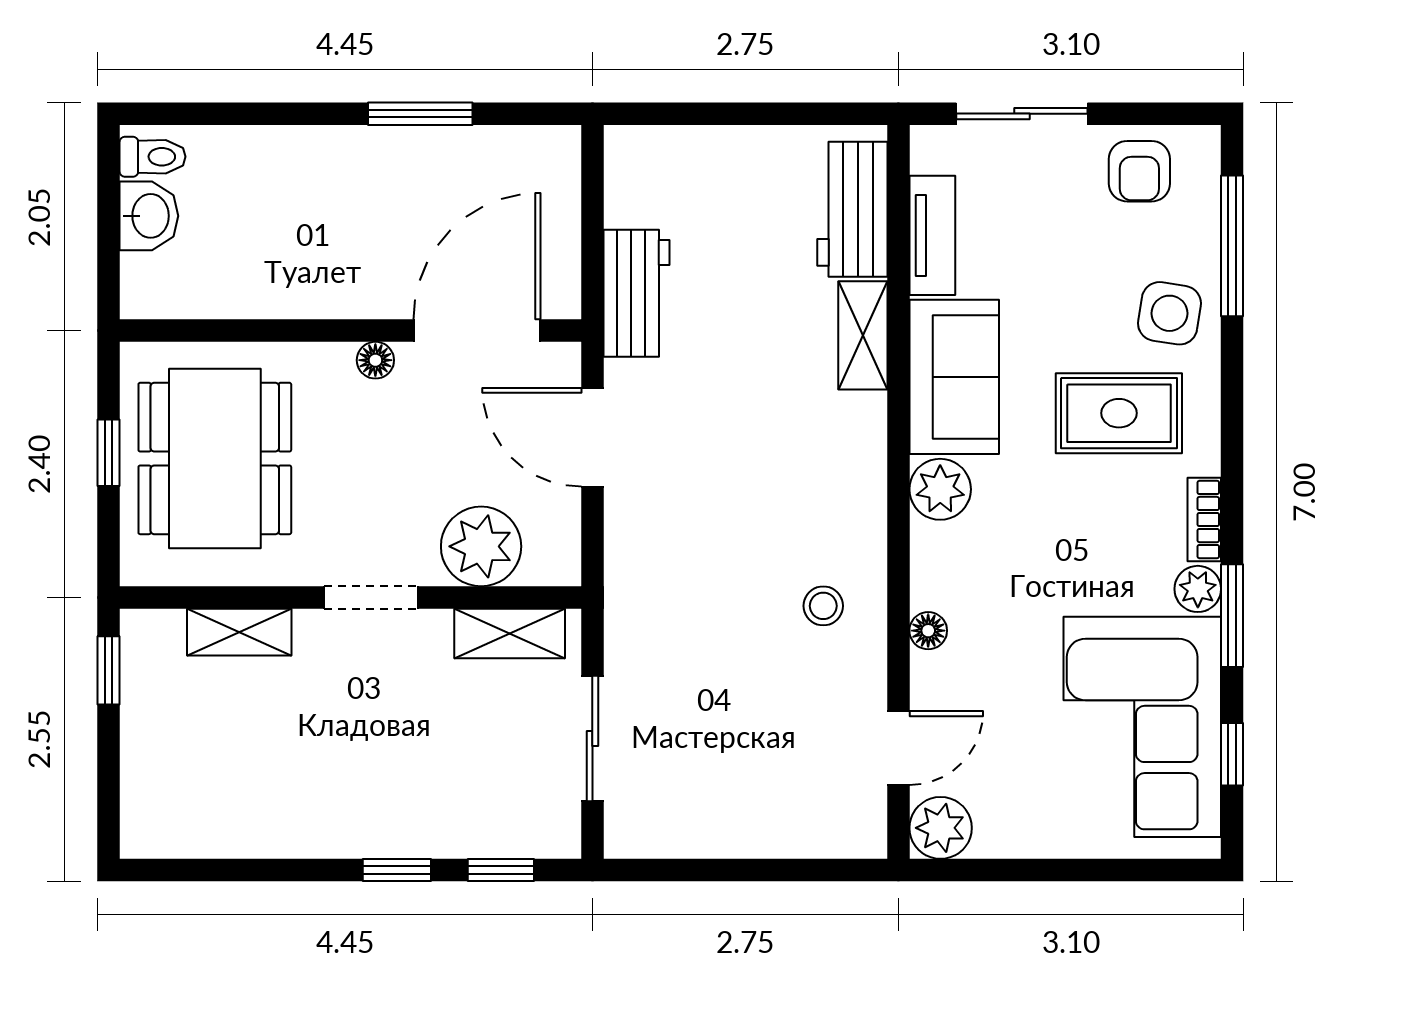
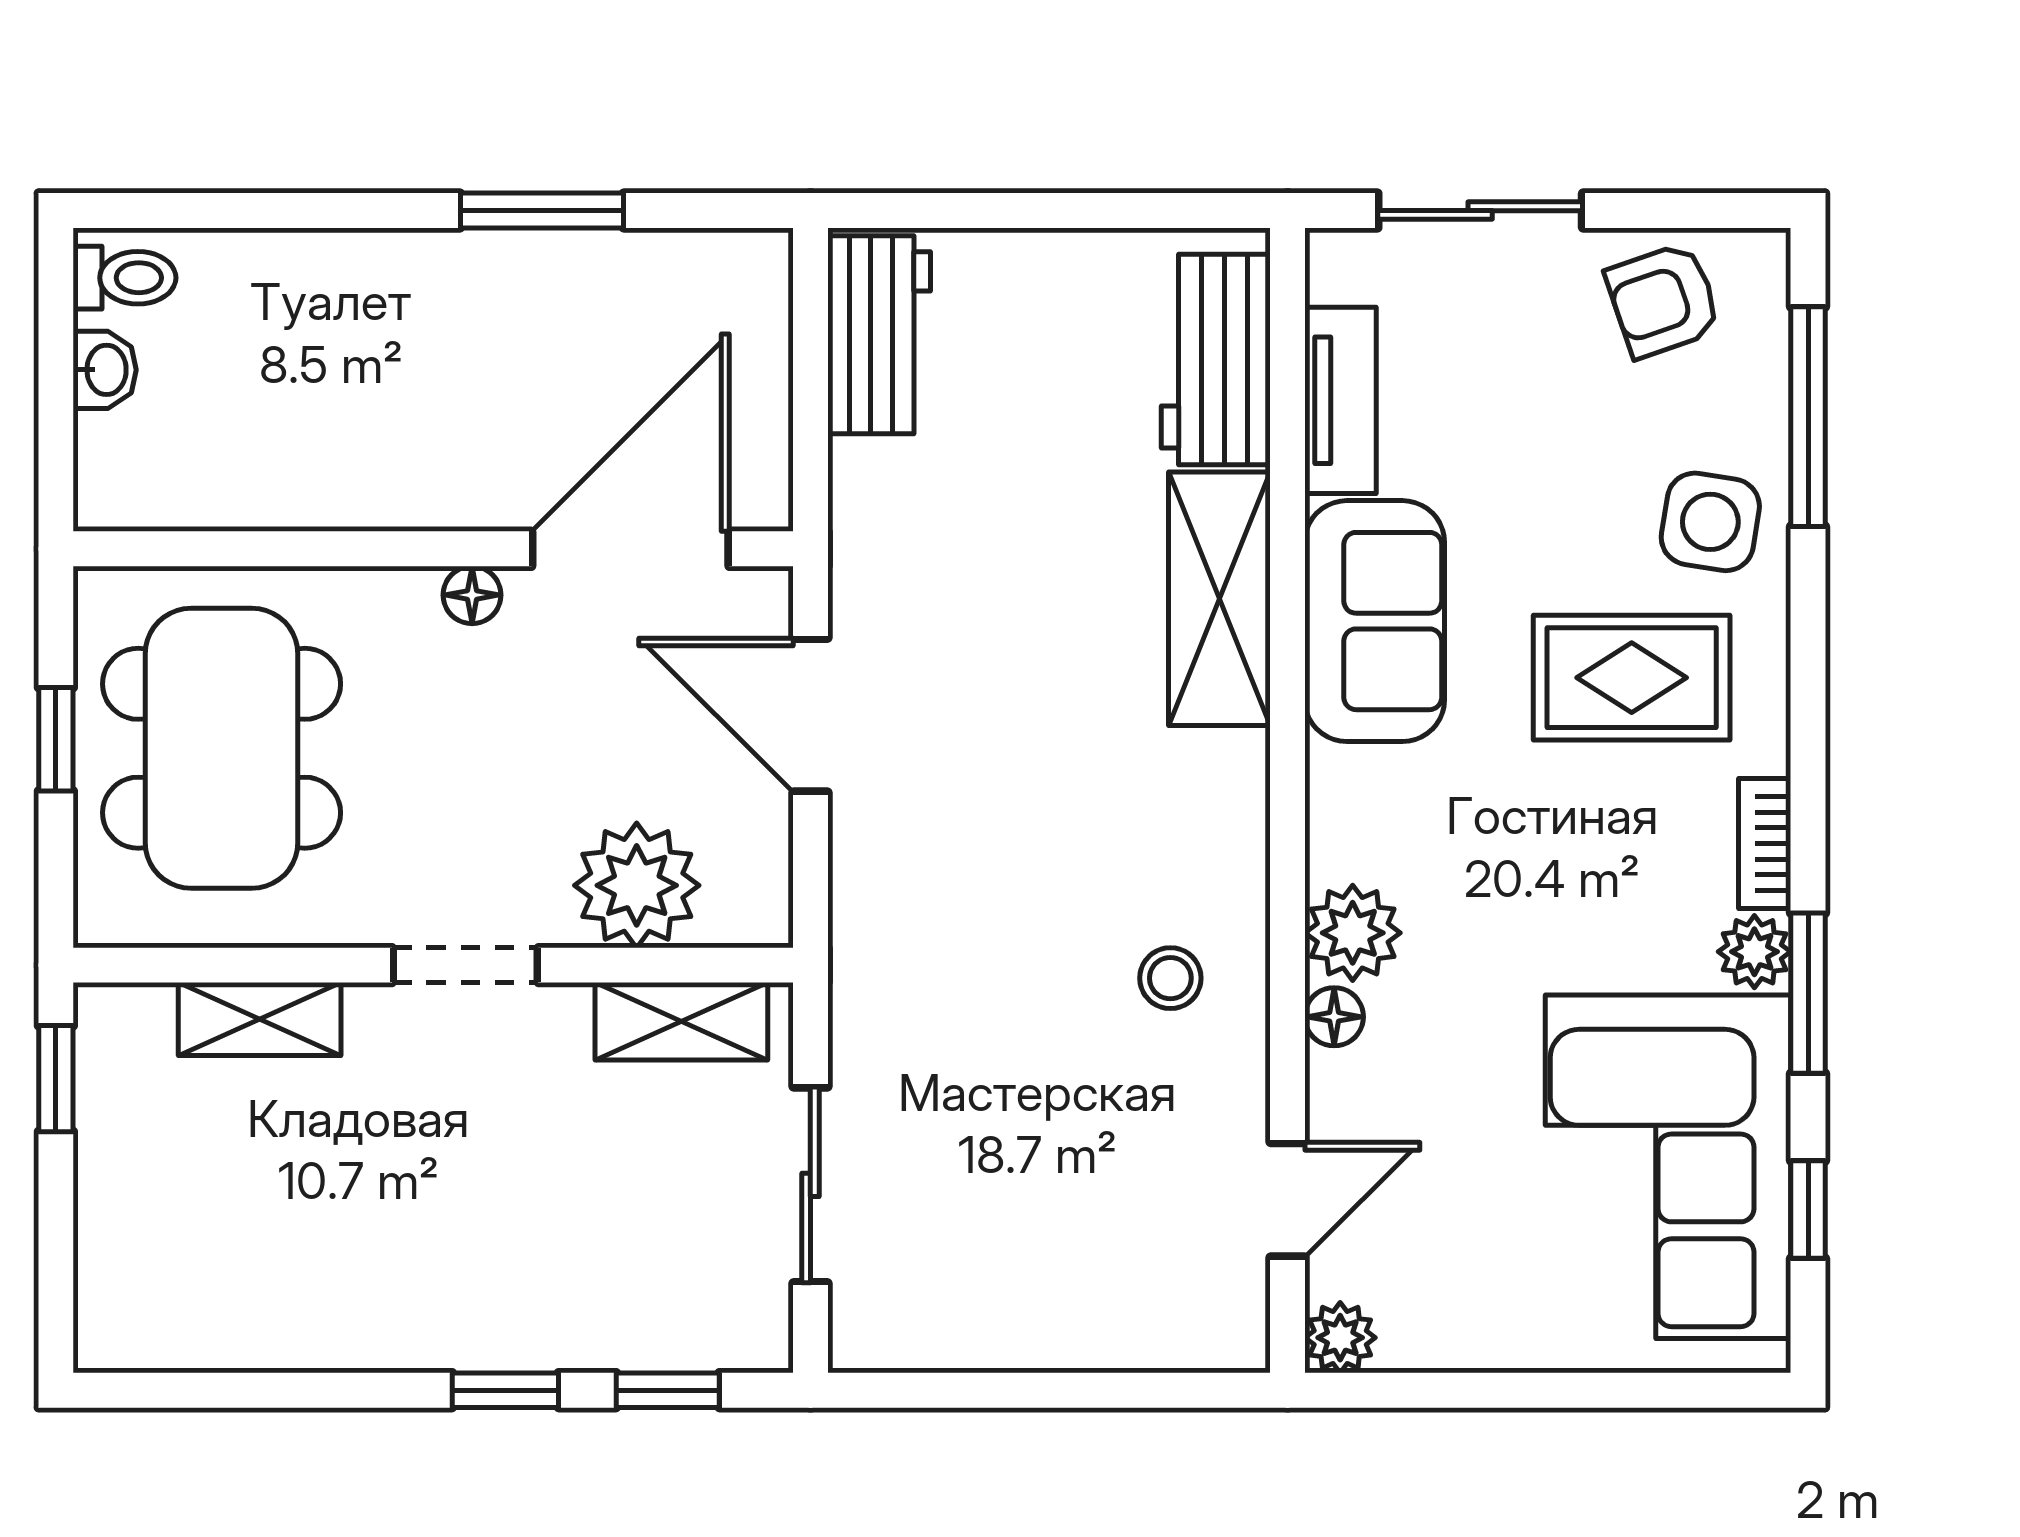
armchair: (1139, 171) -> (1663, 300), turned 71
washbasin: (149, 216) -> (105, 370), width x0.72, depth x0.69
workbench: (636, 293) -> (879, 335), moved
shelving: (863, 335) -> (1219, 599), width x1.50, depth x1.33
plant: (940, 489) -> (1353, 933), moved
plant: (941, 828) -> (1340, 1338), width x0.73, depth x0.73

